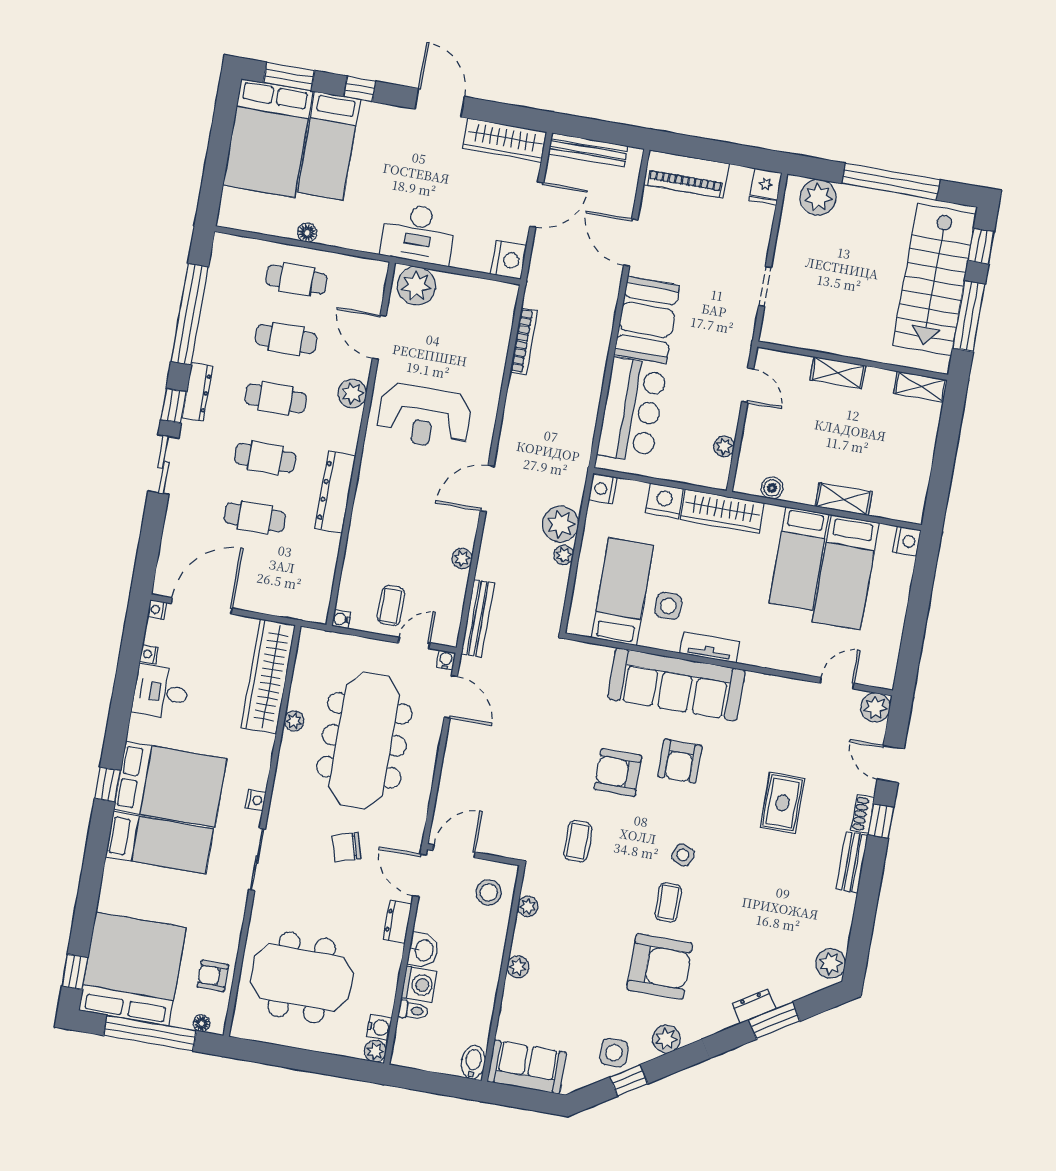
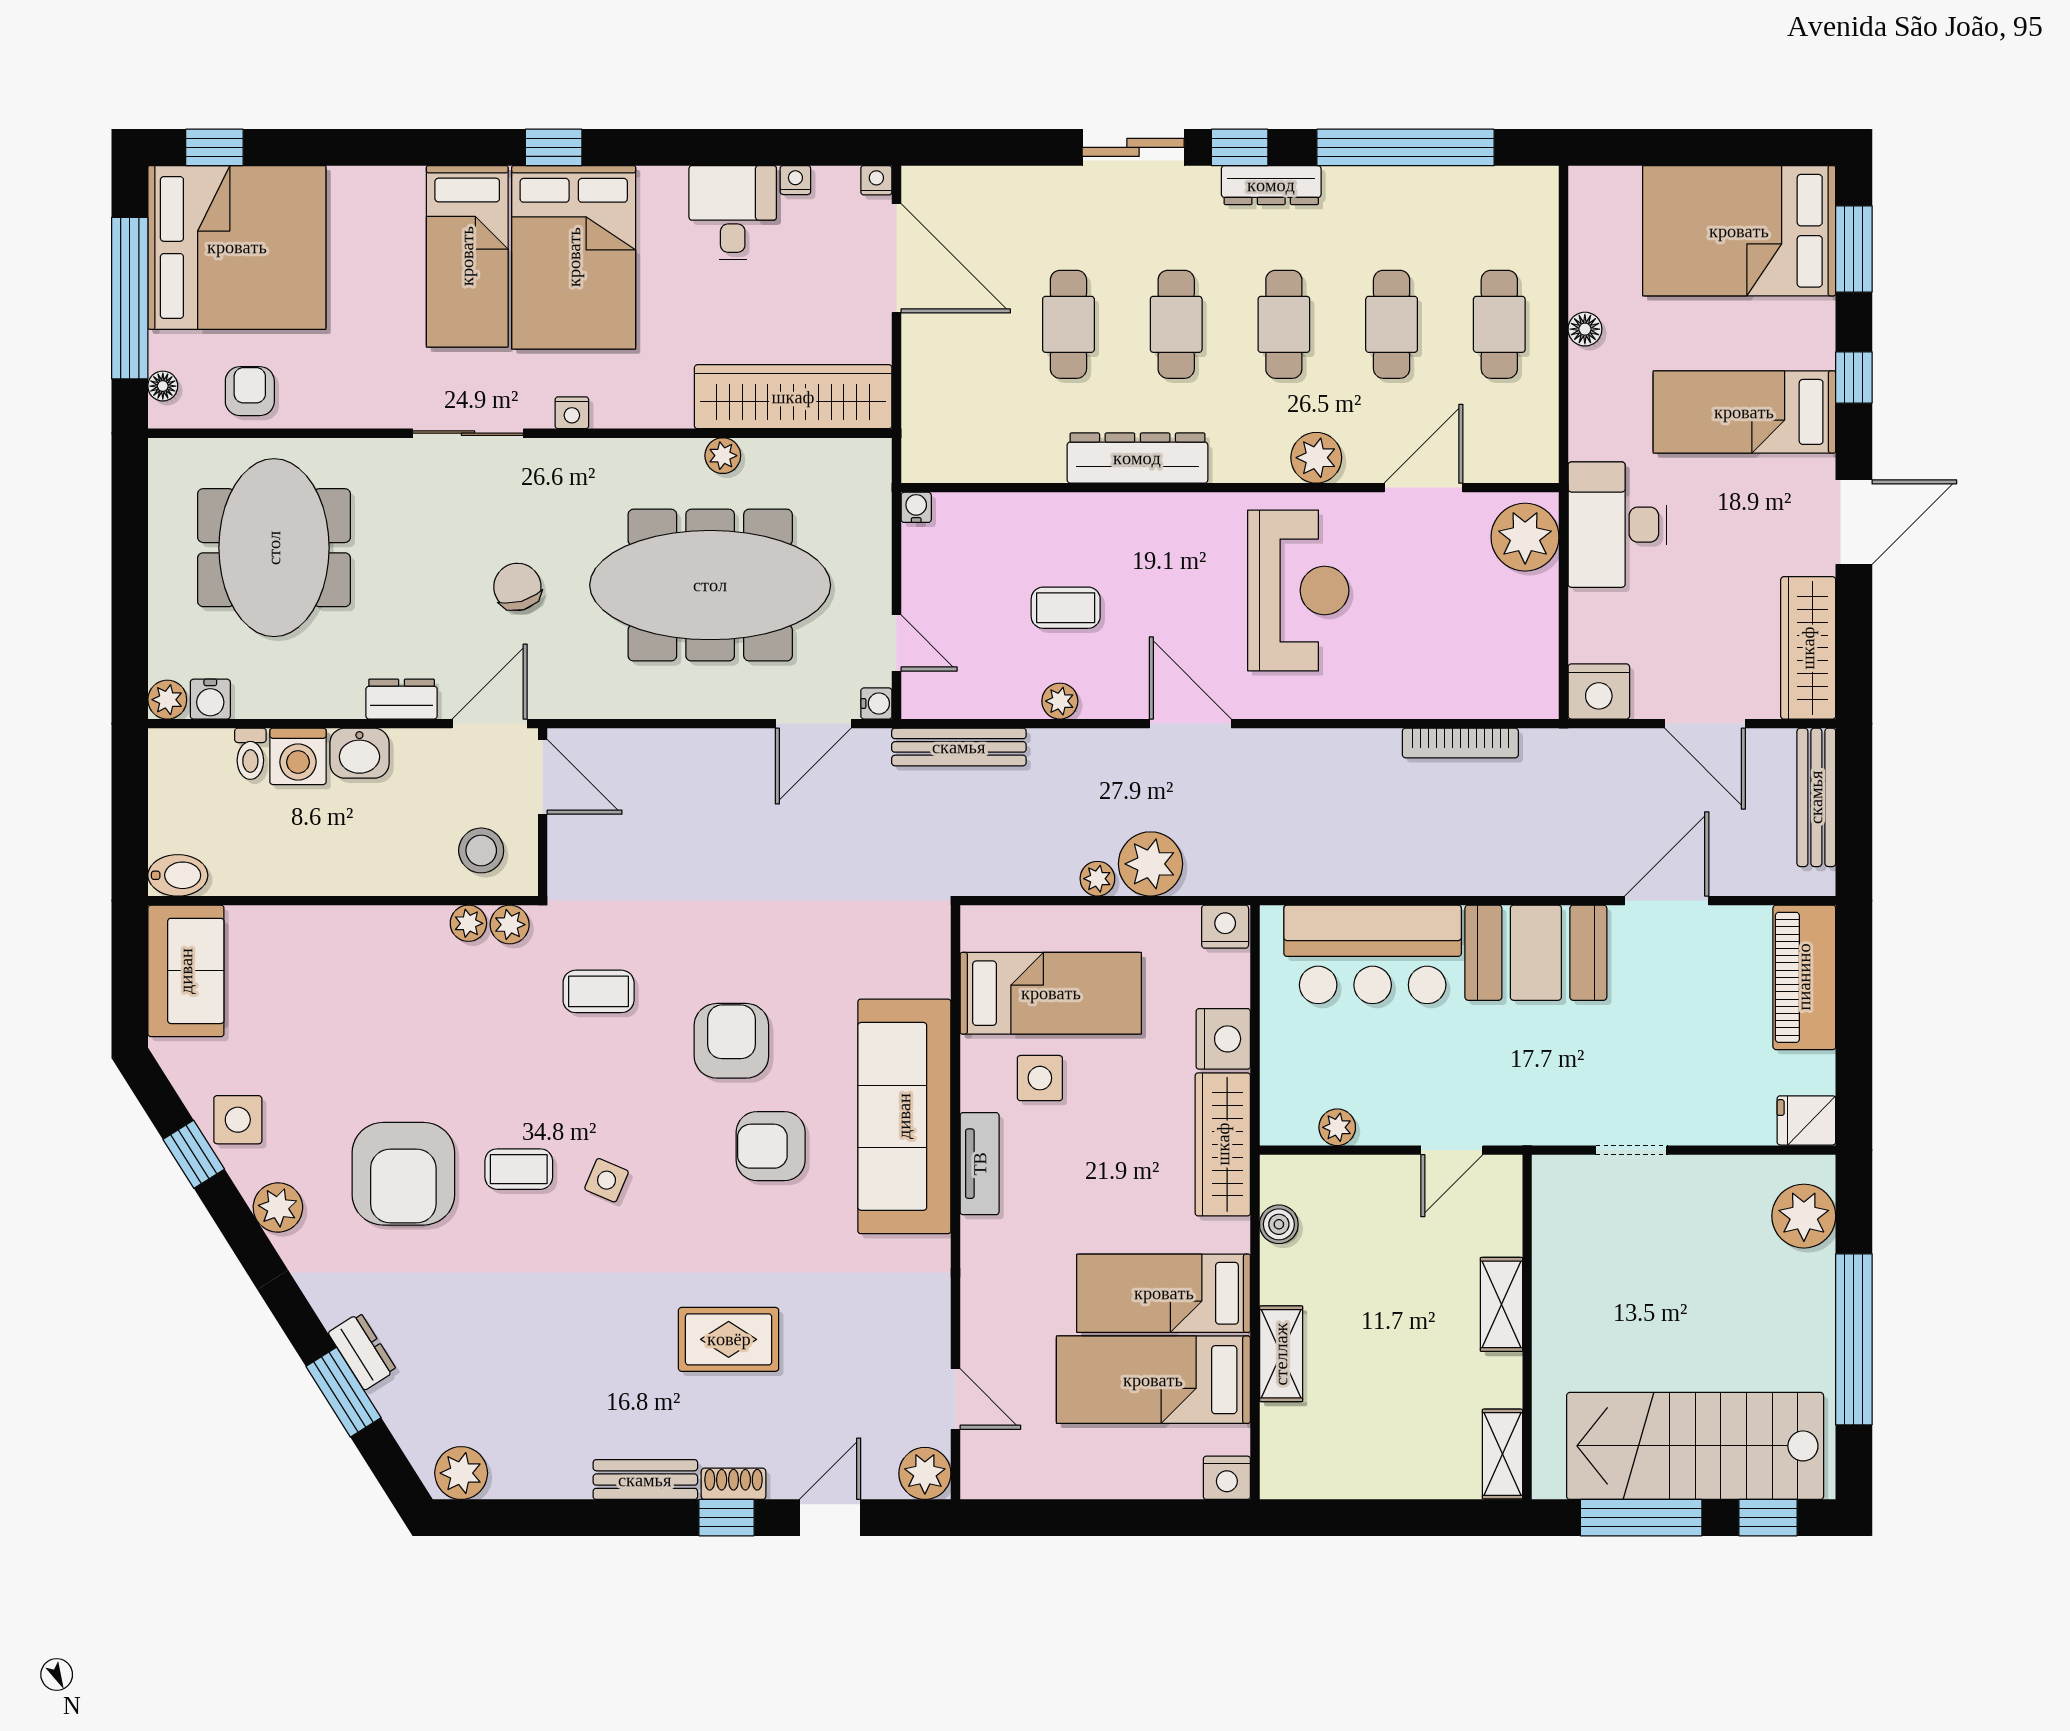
bed: (329, 146) -> (1744, 412), moved
reception desk: (424, 416) -> (1298, 590), turned 180
coffee table: (391, 606) -> (1066, 608), moved
plant: (518, 967) -> (510, 925), moved

